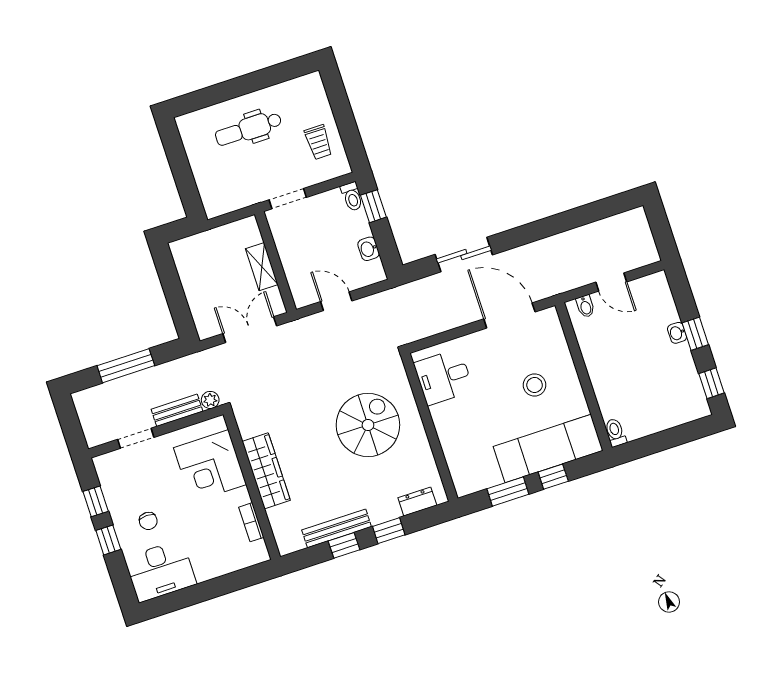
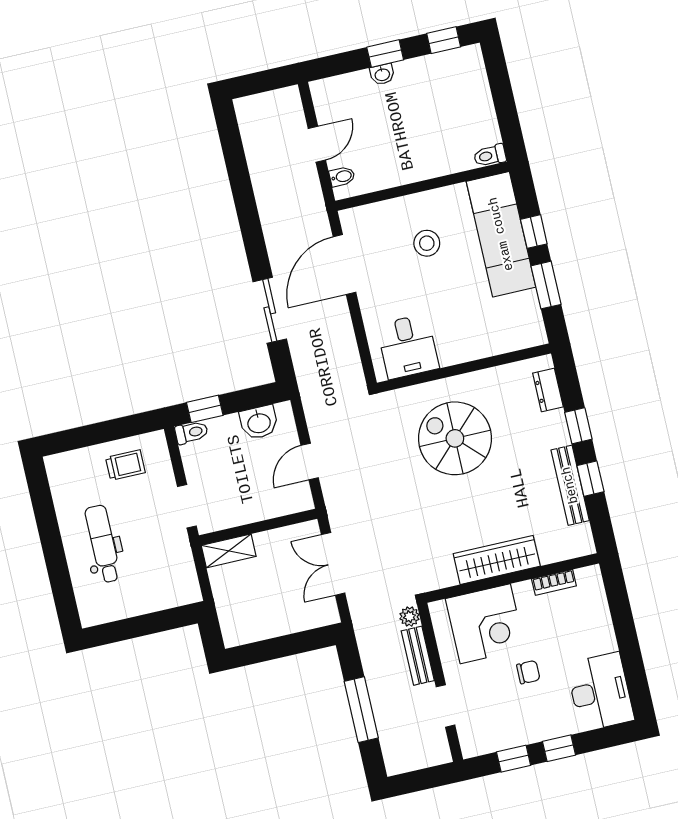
dental chair: (248, 129) -> (103, 544), turned 180
washbasin: (369, 249) -> (259, 422), width x1.38, depth x1.45
shelving: (262, 267) -> (229, 551), moved
chair: (148, 521) -> (528, 672), moved

